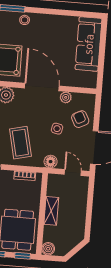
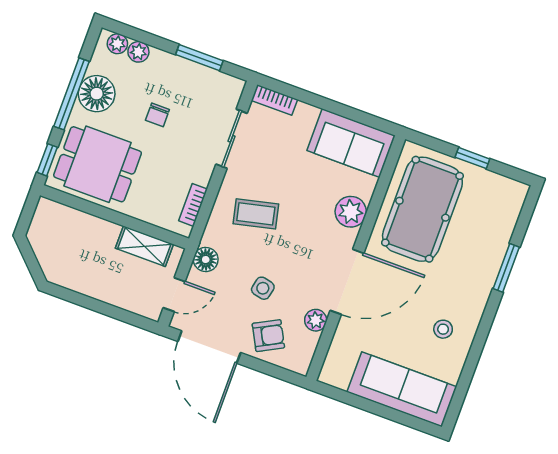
stool: (25, 20) -> (443, 329), moved
coffee table: (20, 143) -> (256, 214), width x0.73, depth x0.77
shelving: (51, 211) -> (144, 246), moved
boiler: (48, 249) -> (47, 210), removed

